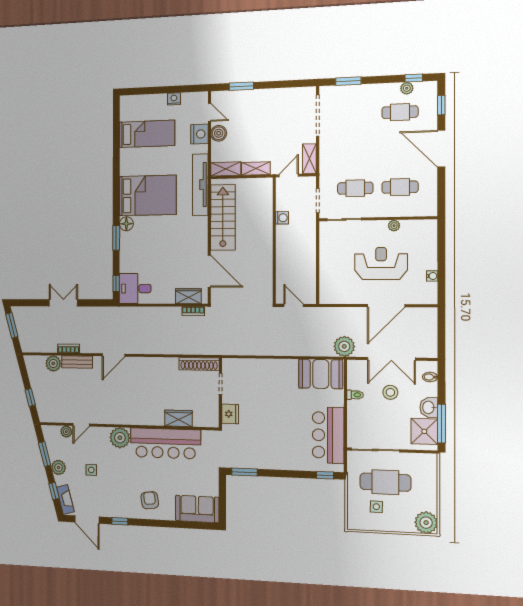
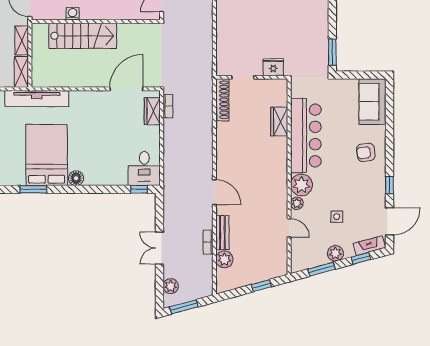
stairs: (223, 217) -> (83, 36), moved, turned 180
window: (116, 238) -> (33, 189), moved
plant: (30, 313) -> (171, 286), added
plant: (66, 432) -> (297, 203), moved

